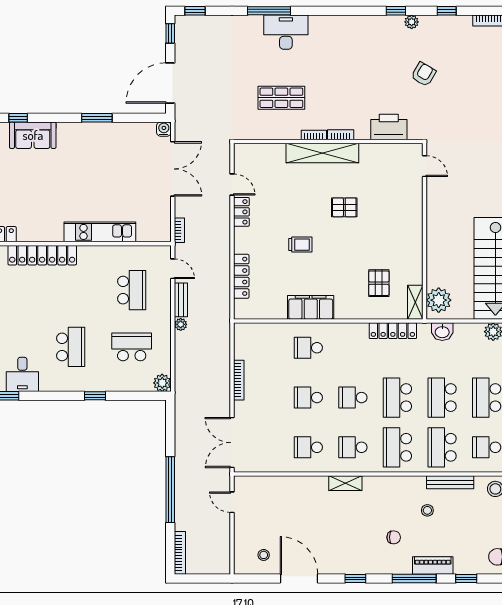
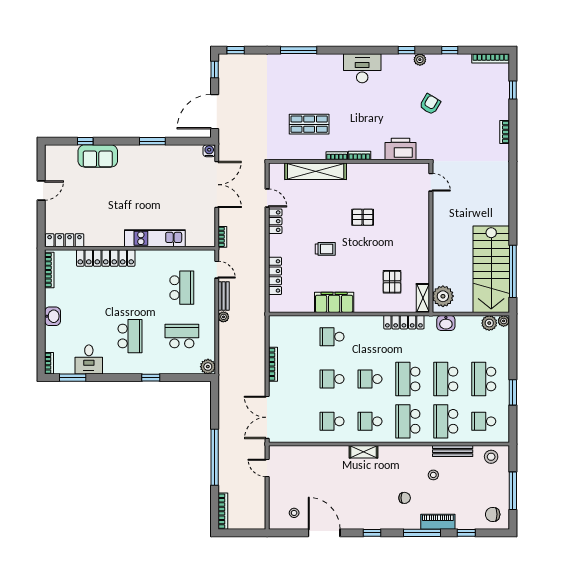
desk: (286, 32) -> (362, 68), moved
shelving: (322, 153) -> (316, 171), moved

